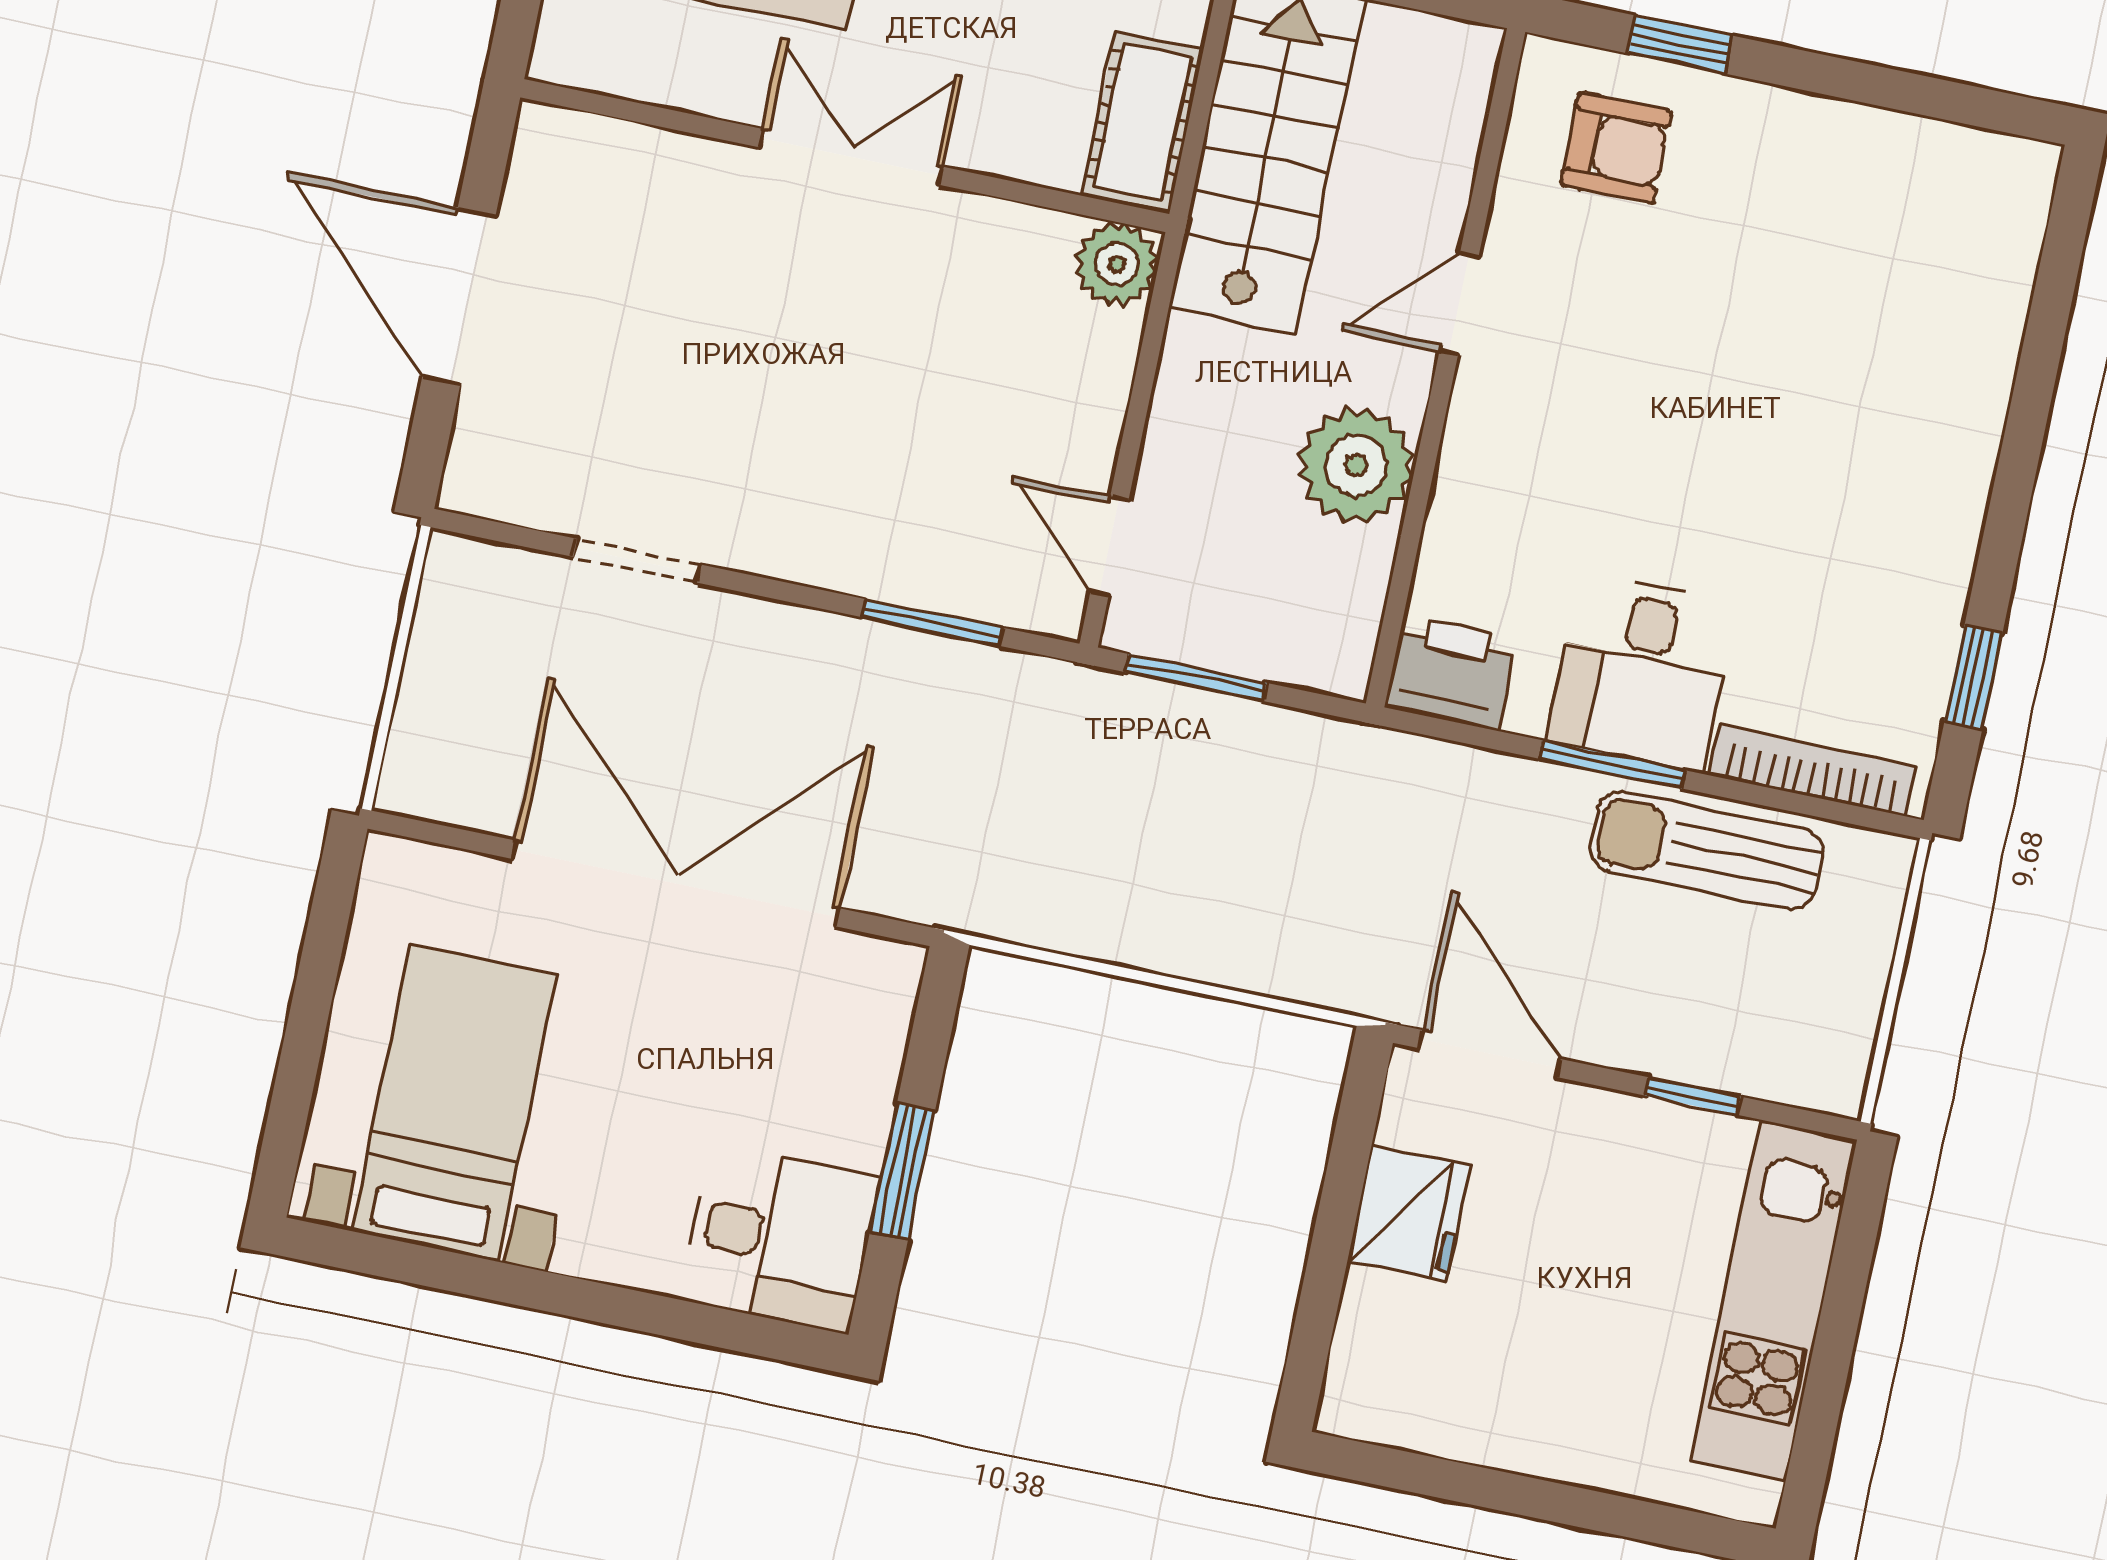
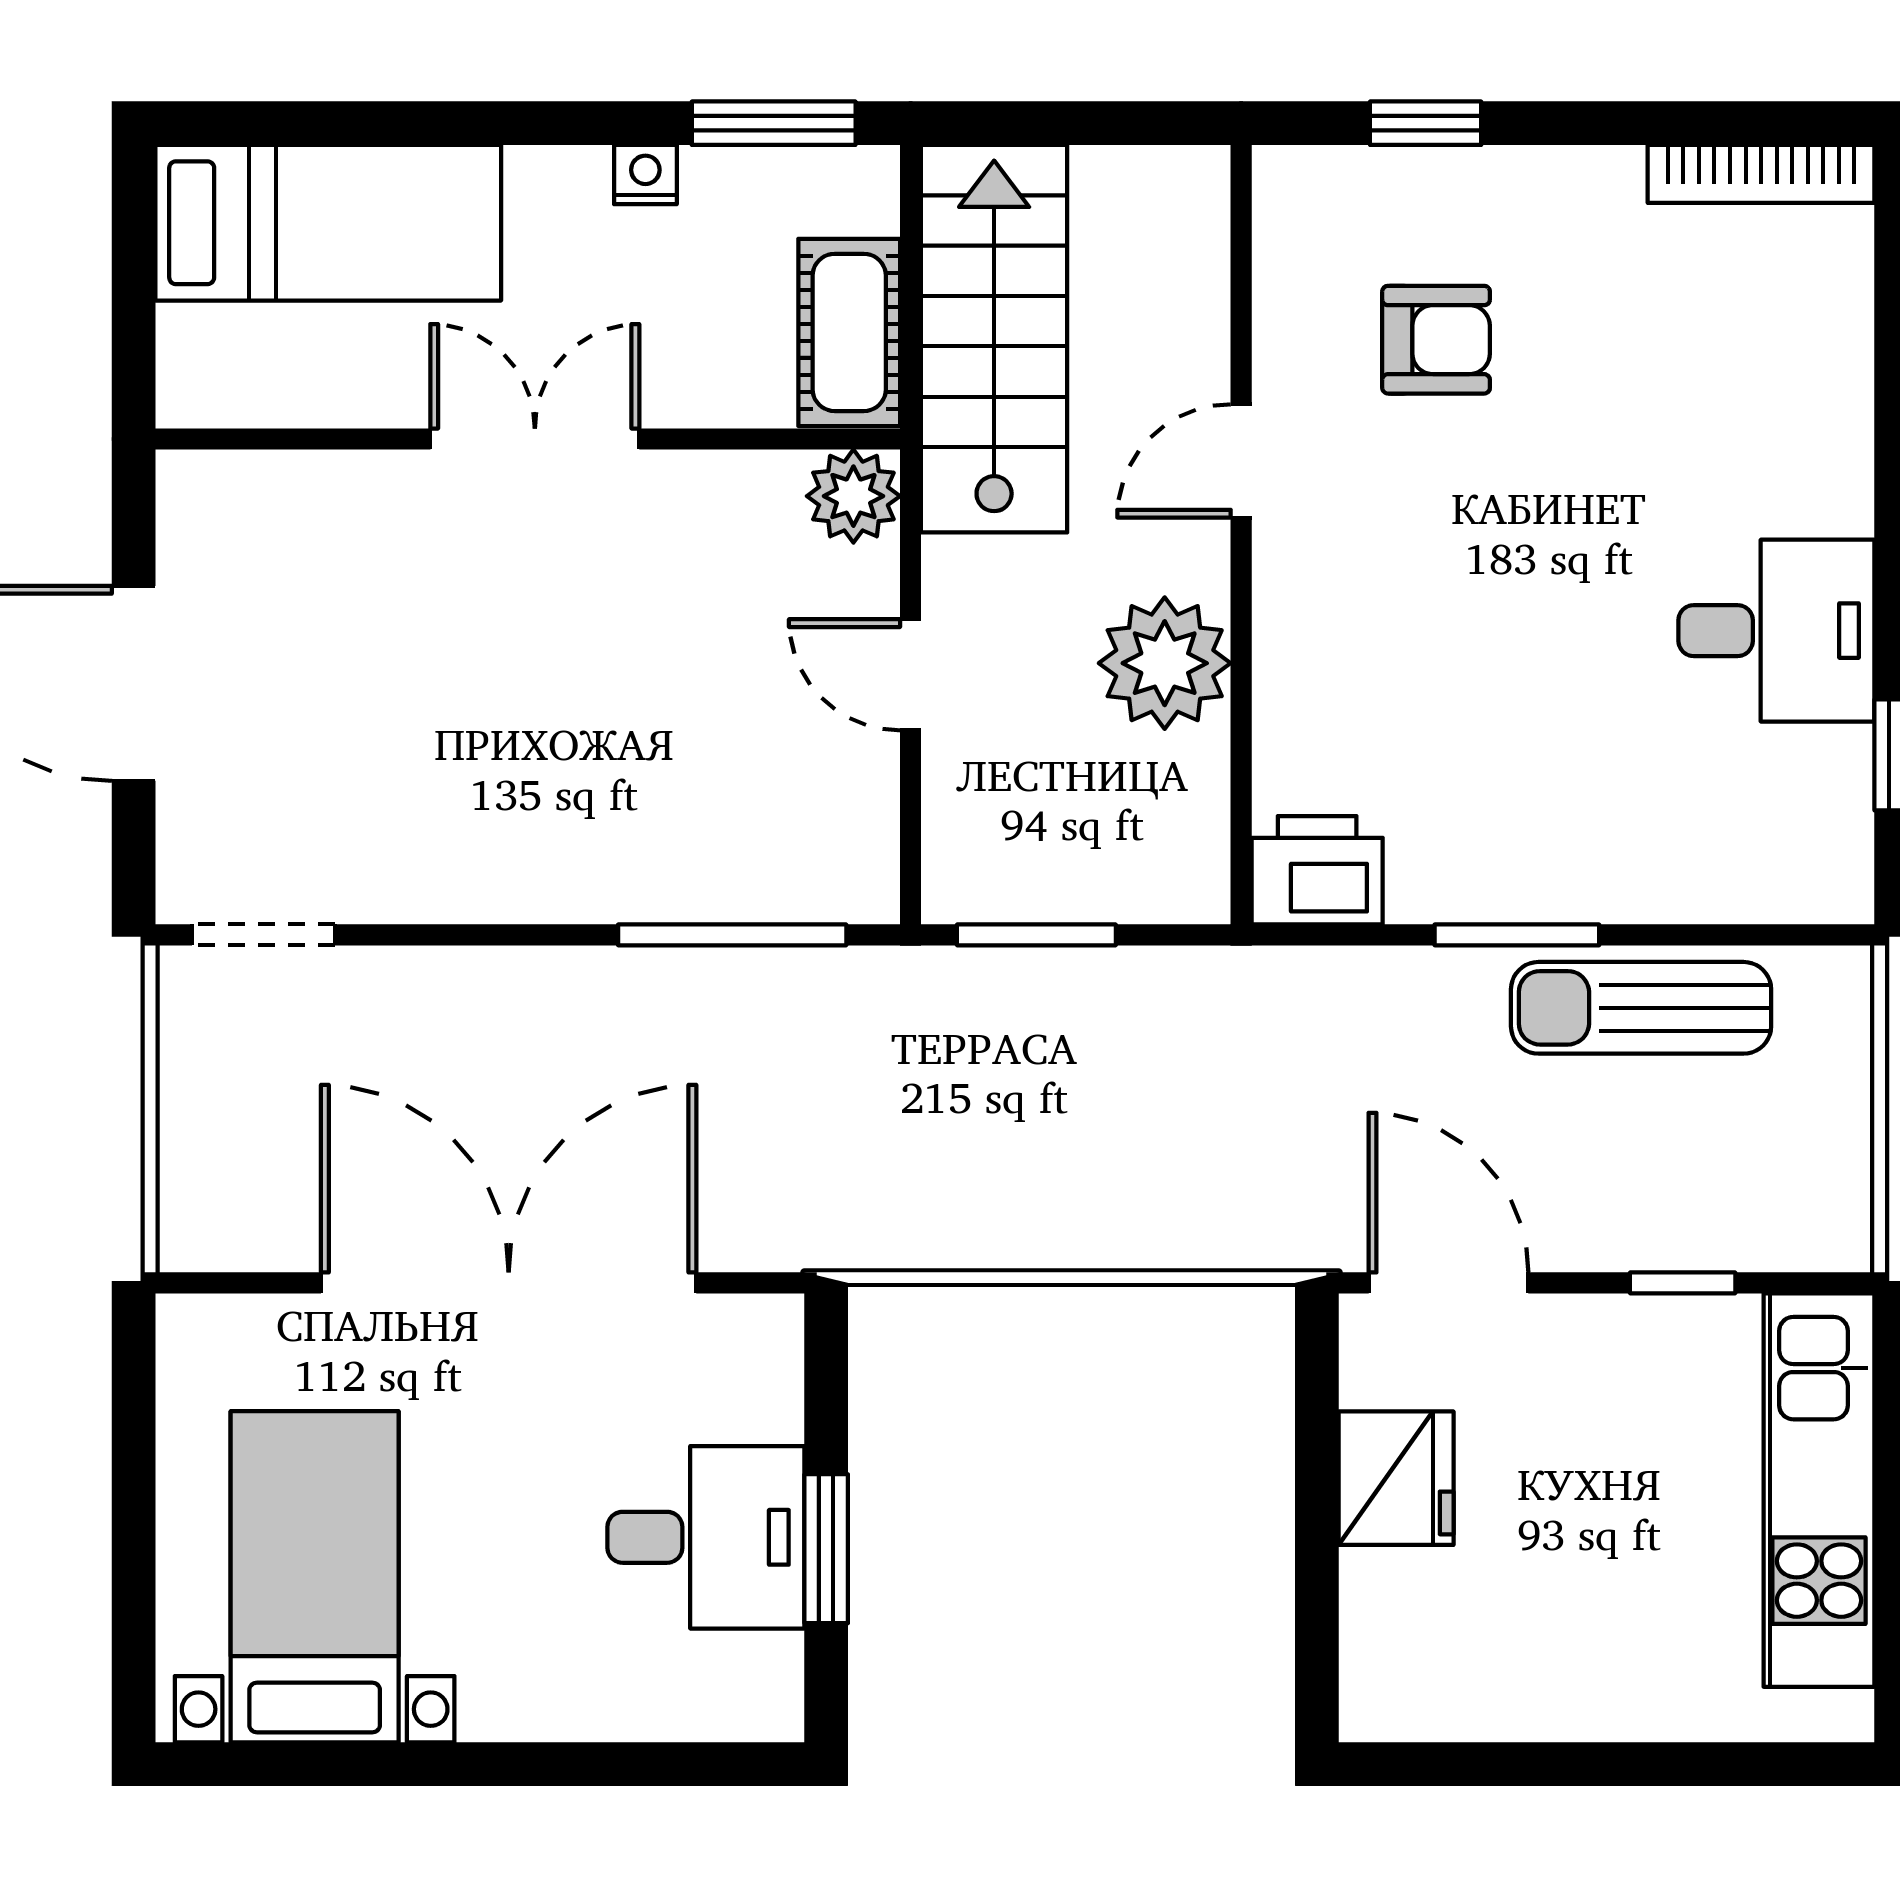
armchair: (1616, 148) -> (1436, 340), moved
door: (1109, 546) -> (911, 675), moved
doorway: (637, 561) -> (263, 935), moved
window: (932, 622) -> (732, 935), width x1.44
desk: (1642, 673) -> (1776, 631), moved, turned -90
bookcase: (1813, 771) -> (1761, 174), moved, turned 180
desk: (780, 1238) -> (706, 1537), moved

